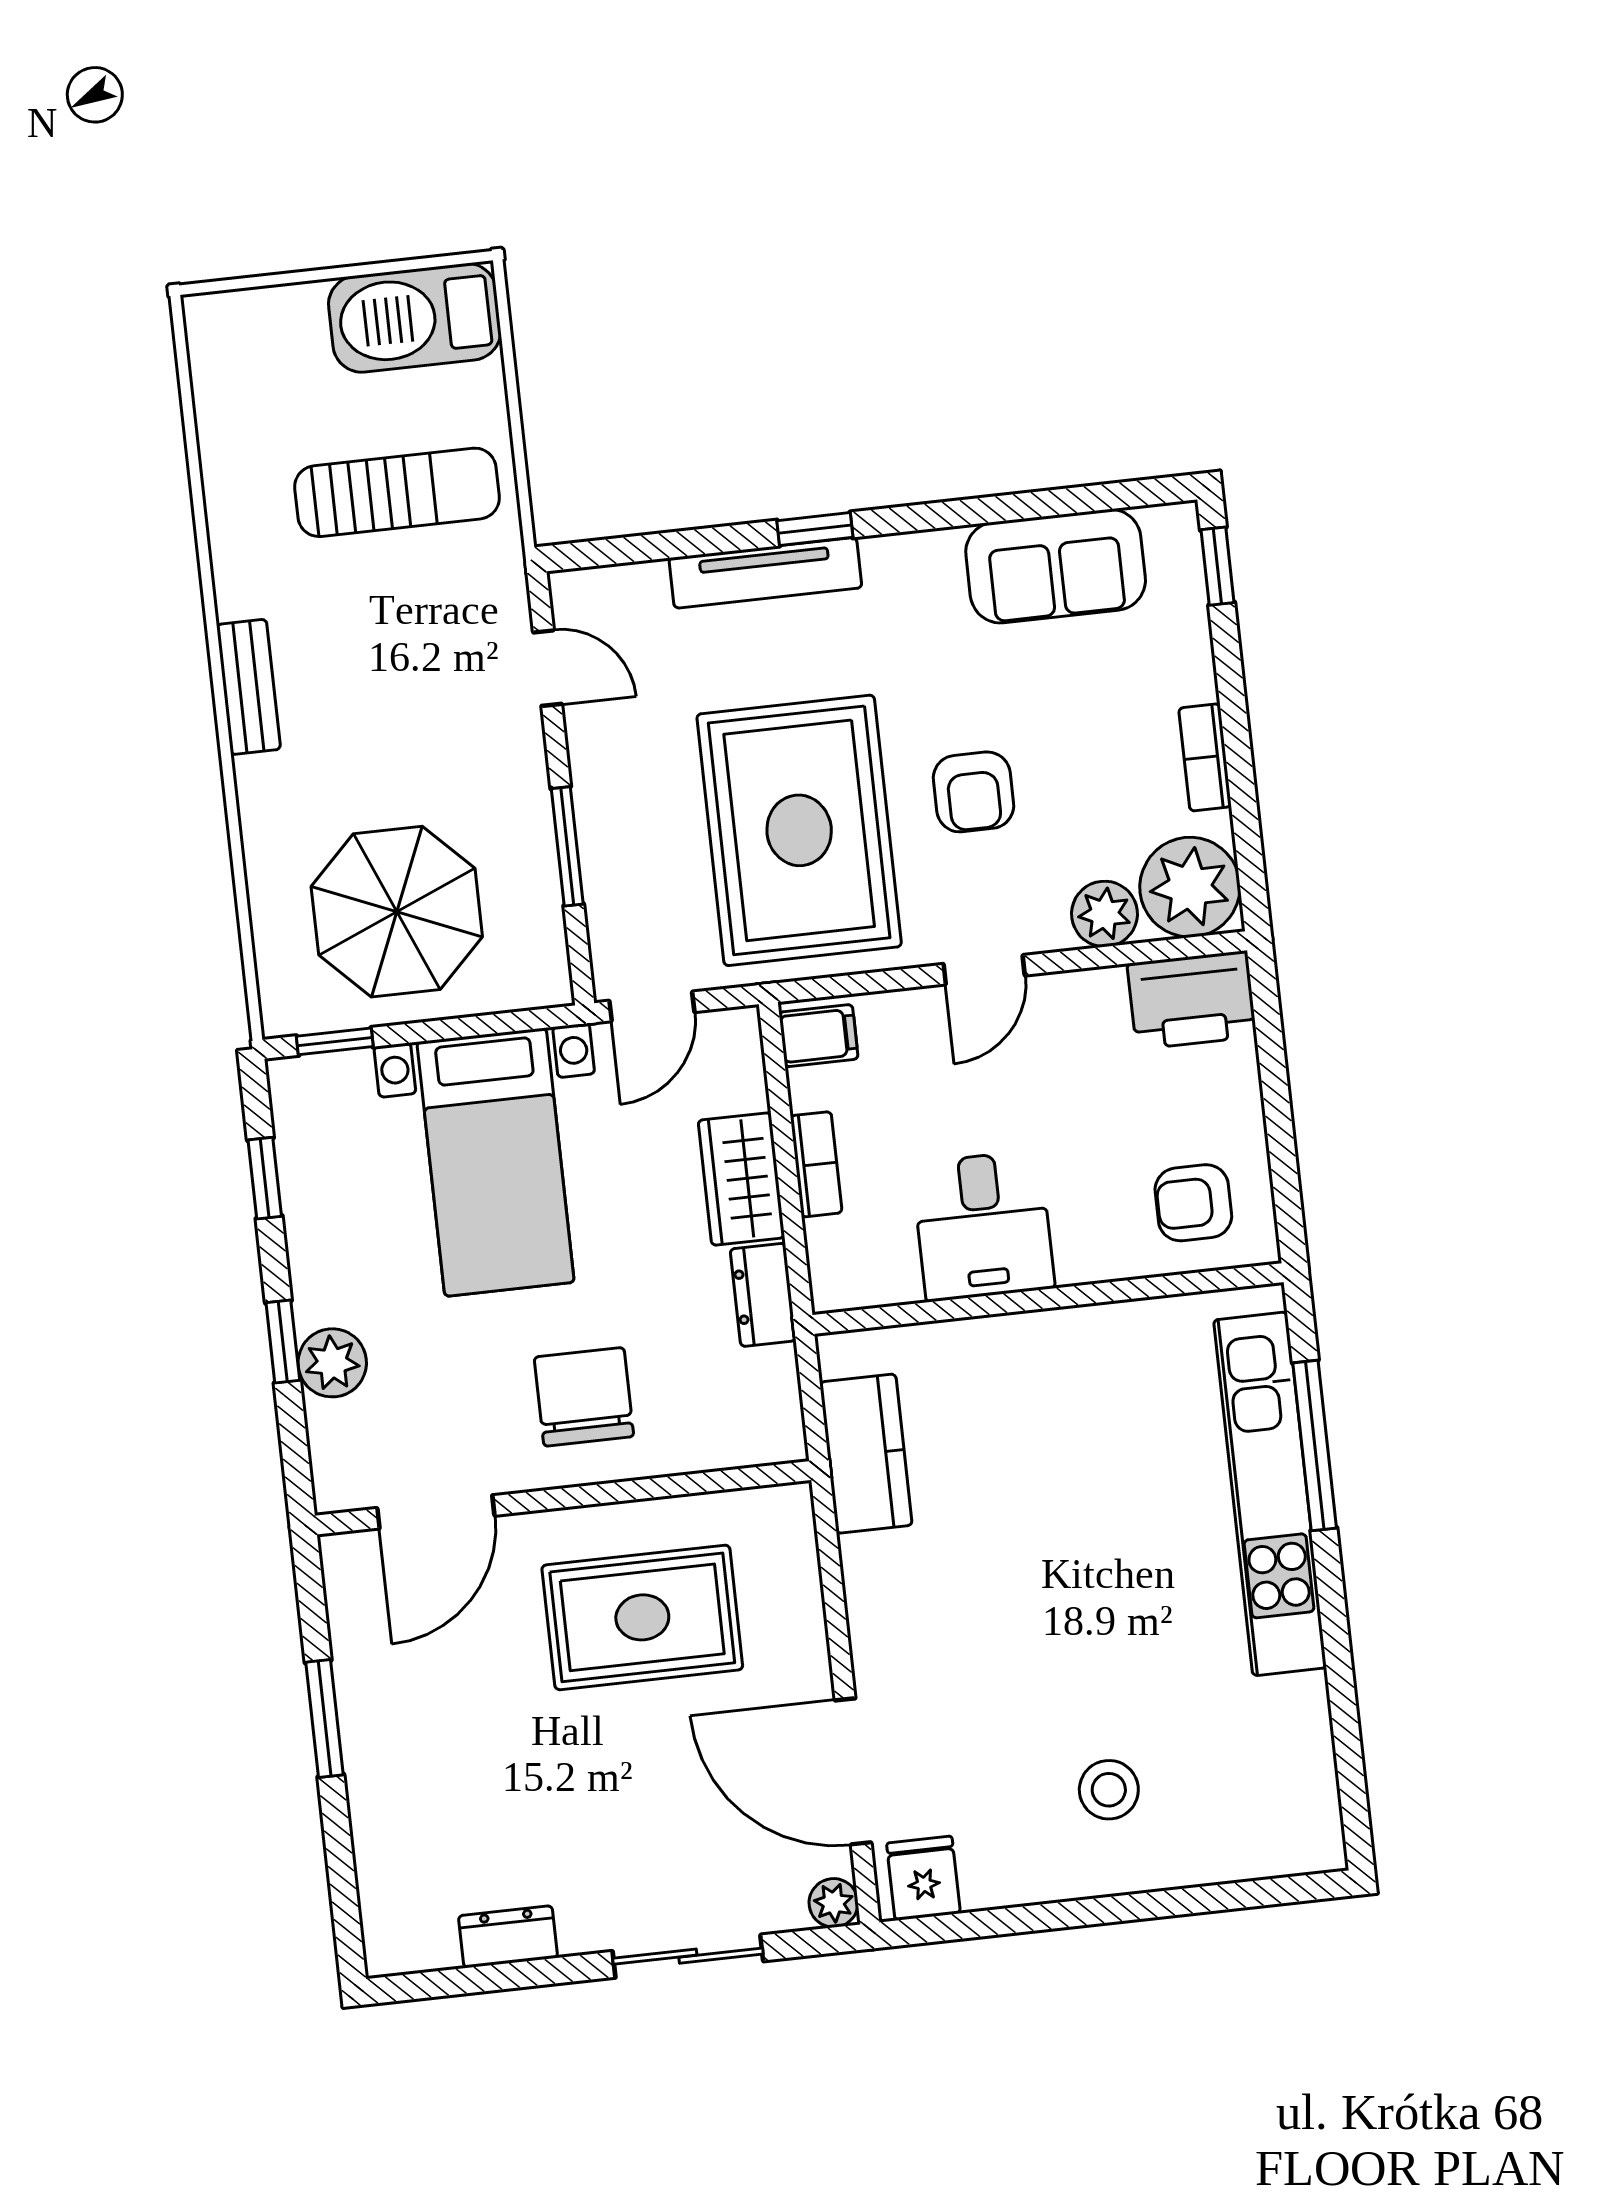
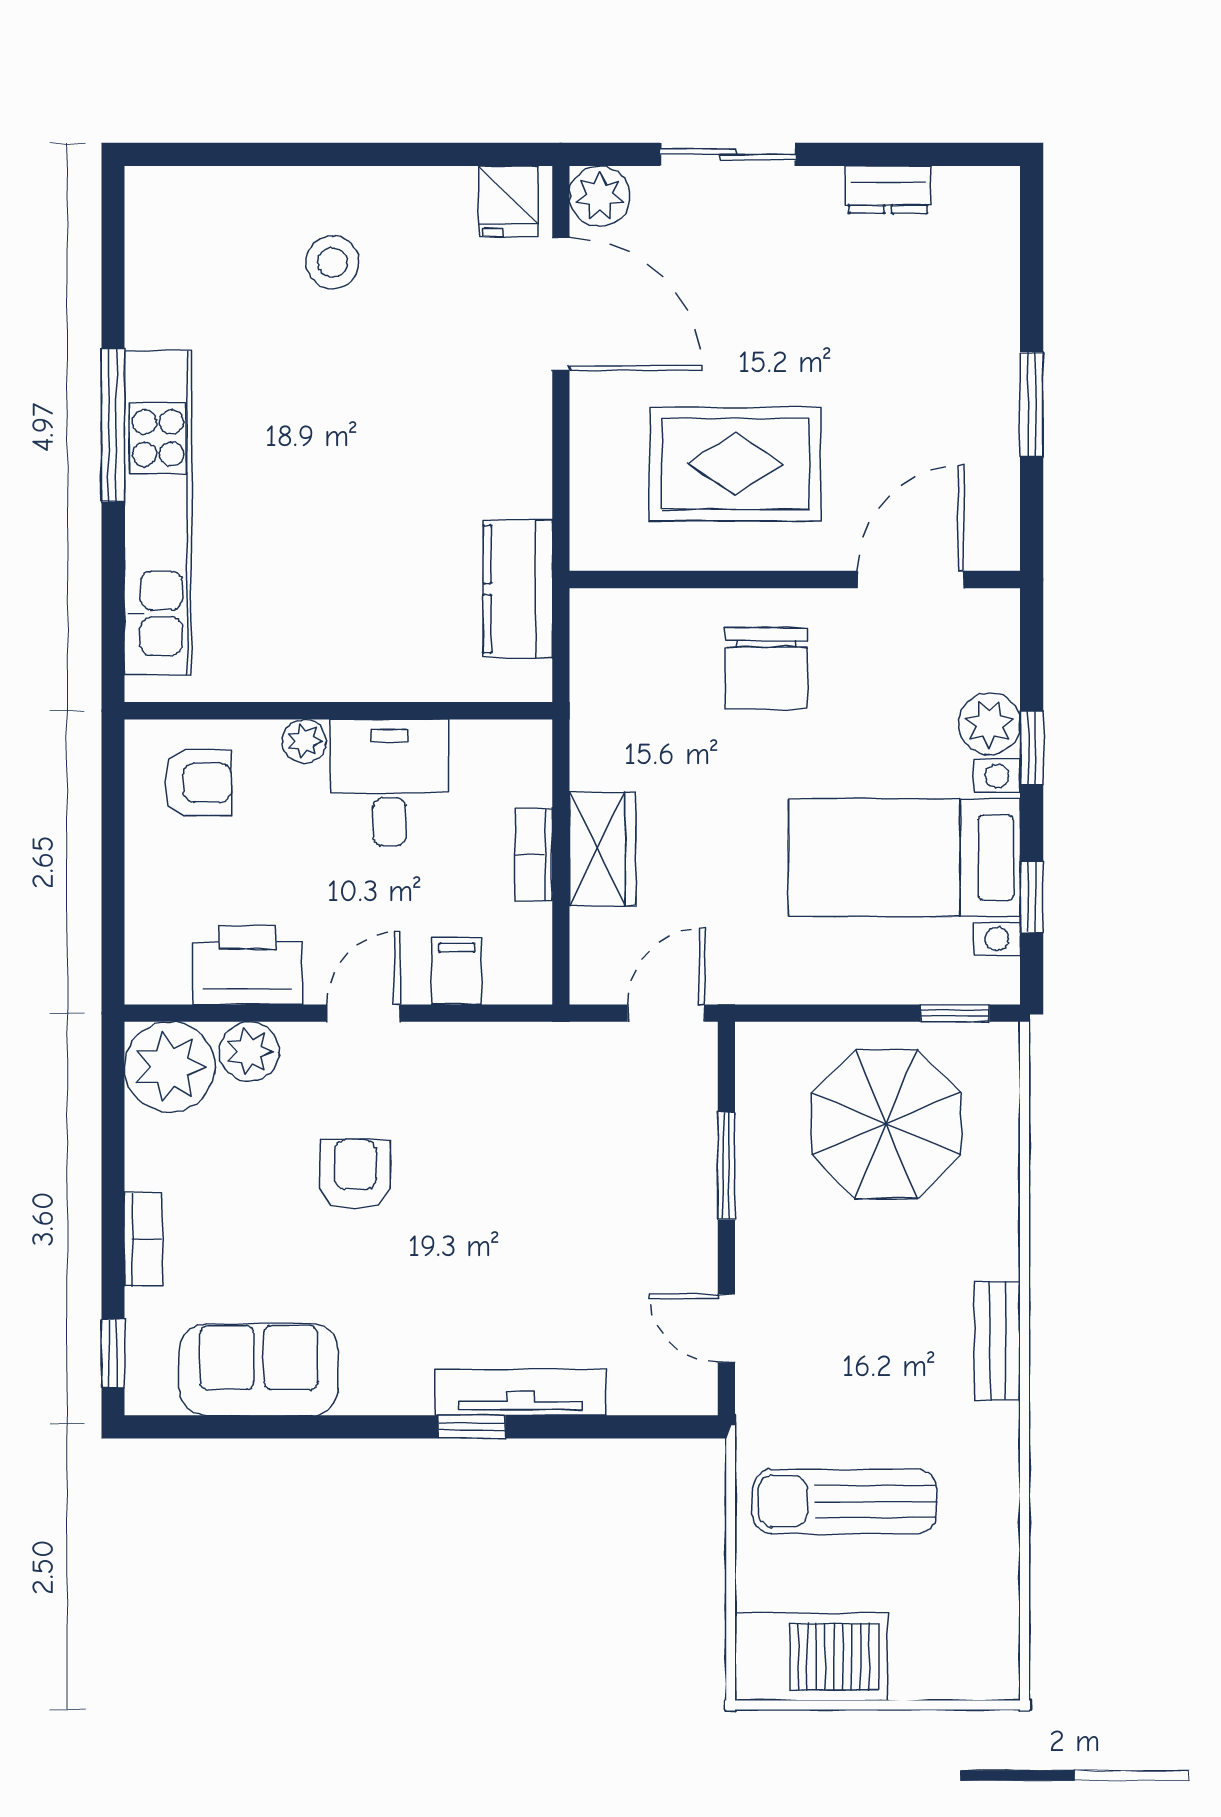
bookcase: (1205, 757) -> (143, 1239), moved
rug: (799, 830) -> (516, 1157), removed
printer: (1192, 1000) -> (248, 965), moved
filing cabinet: (819, 1036) -> (457, 971), moved, turned 90
bed with nightstands: (496, 1162) -> (904, 858), moved, turned -90
plant: (1082, 1261) -> (304, 741), added
dresser: (763, 1295) -> (595, 742), removed
window: (1315, 1445) -> (113, 425), moved
plant: (834, 1903) -> (600, 196), width x1.38, depth x1.38

